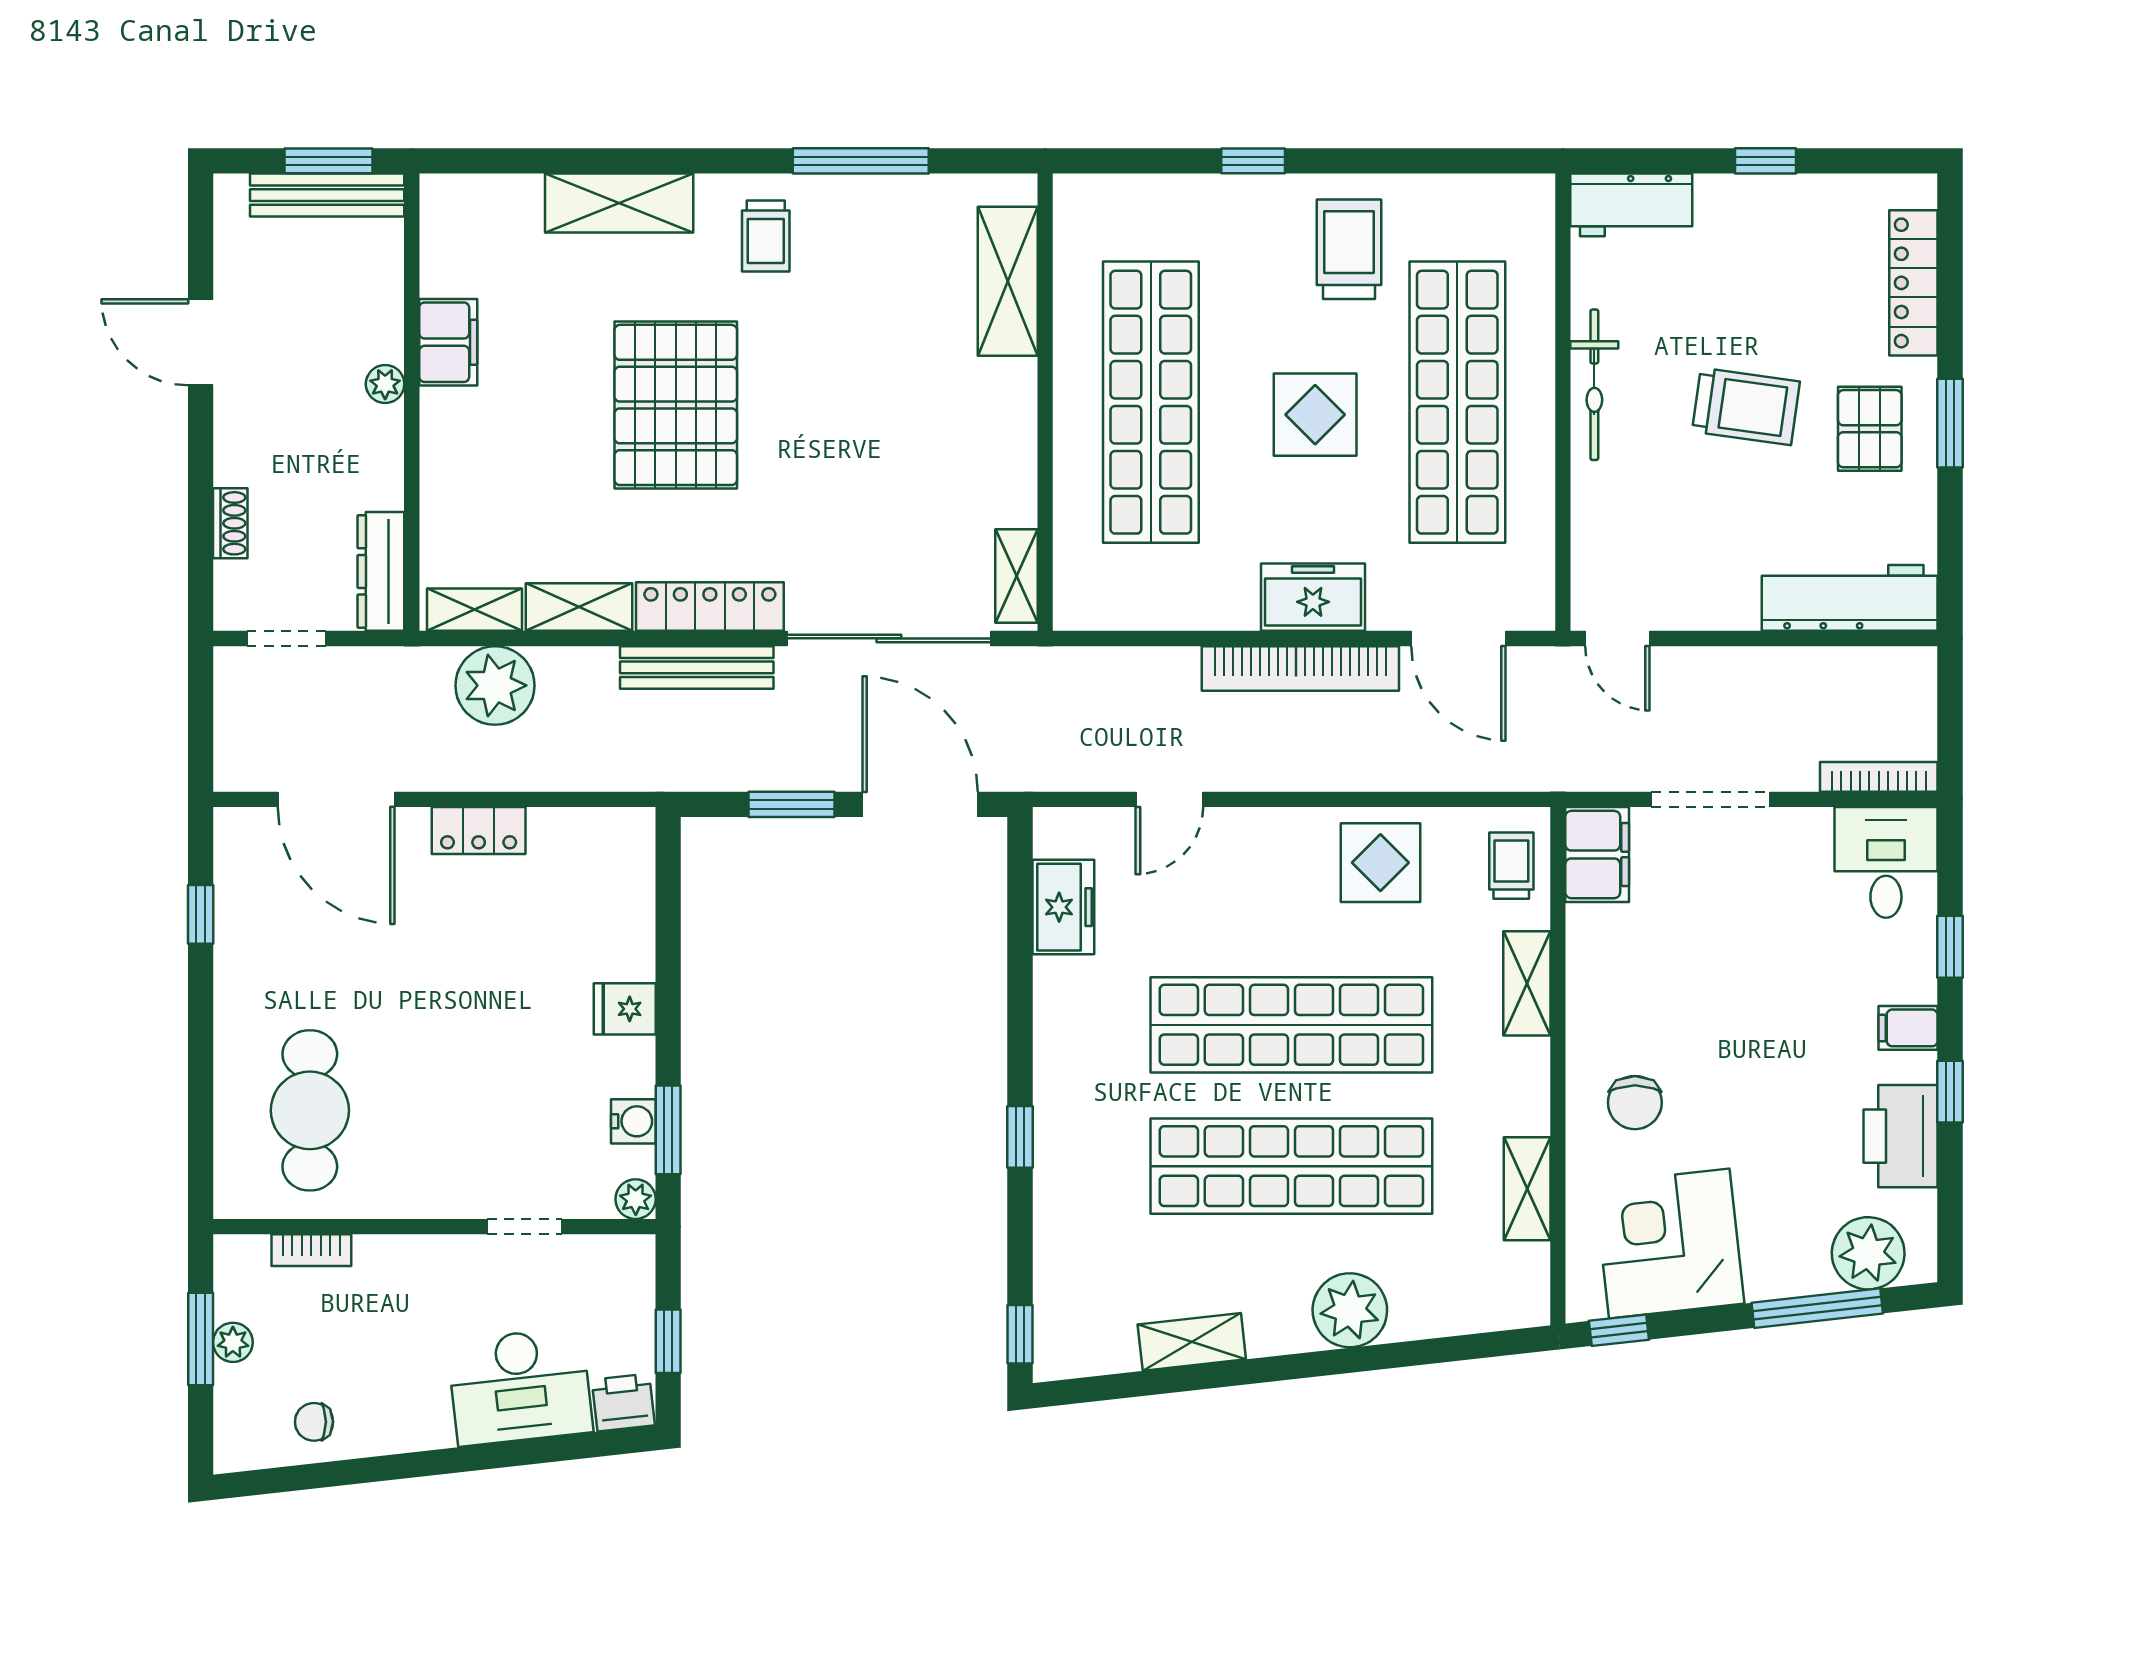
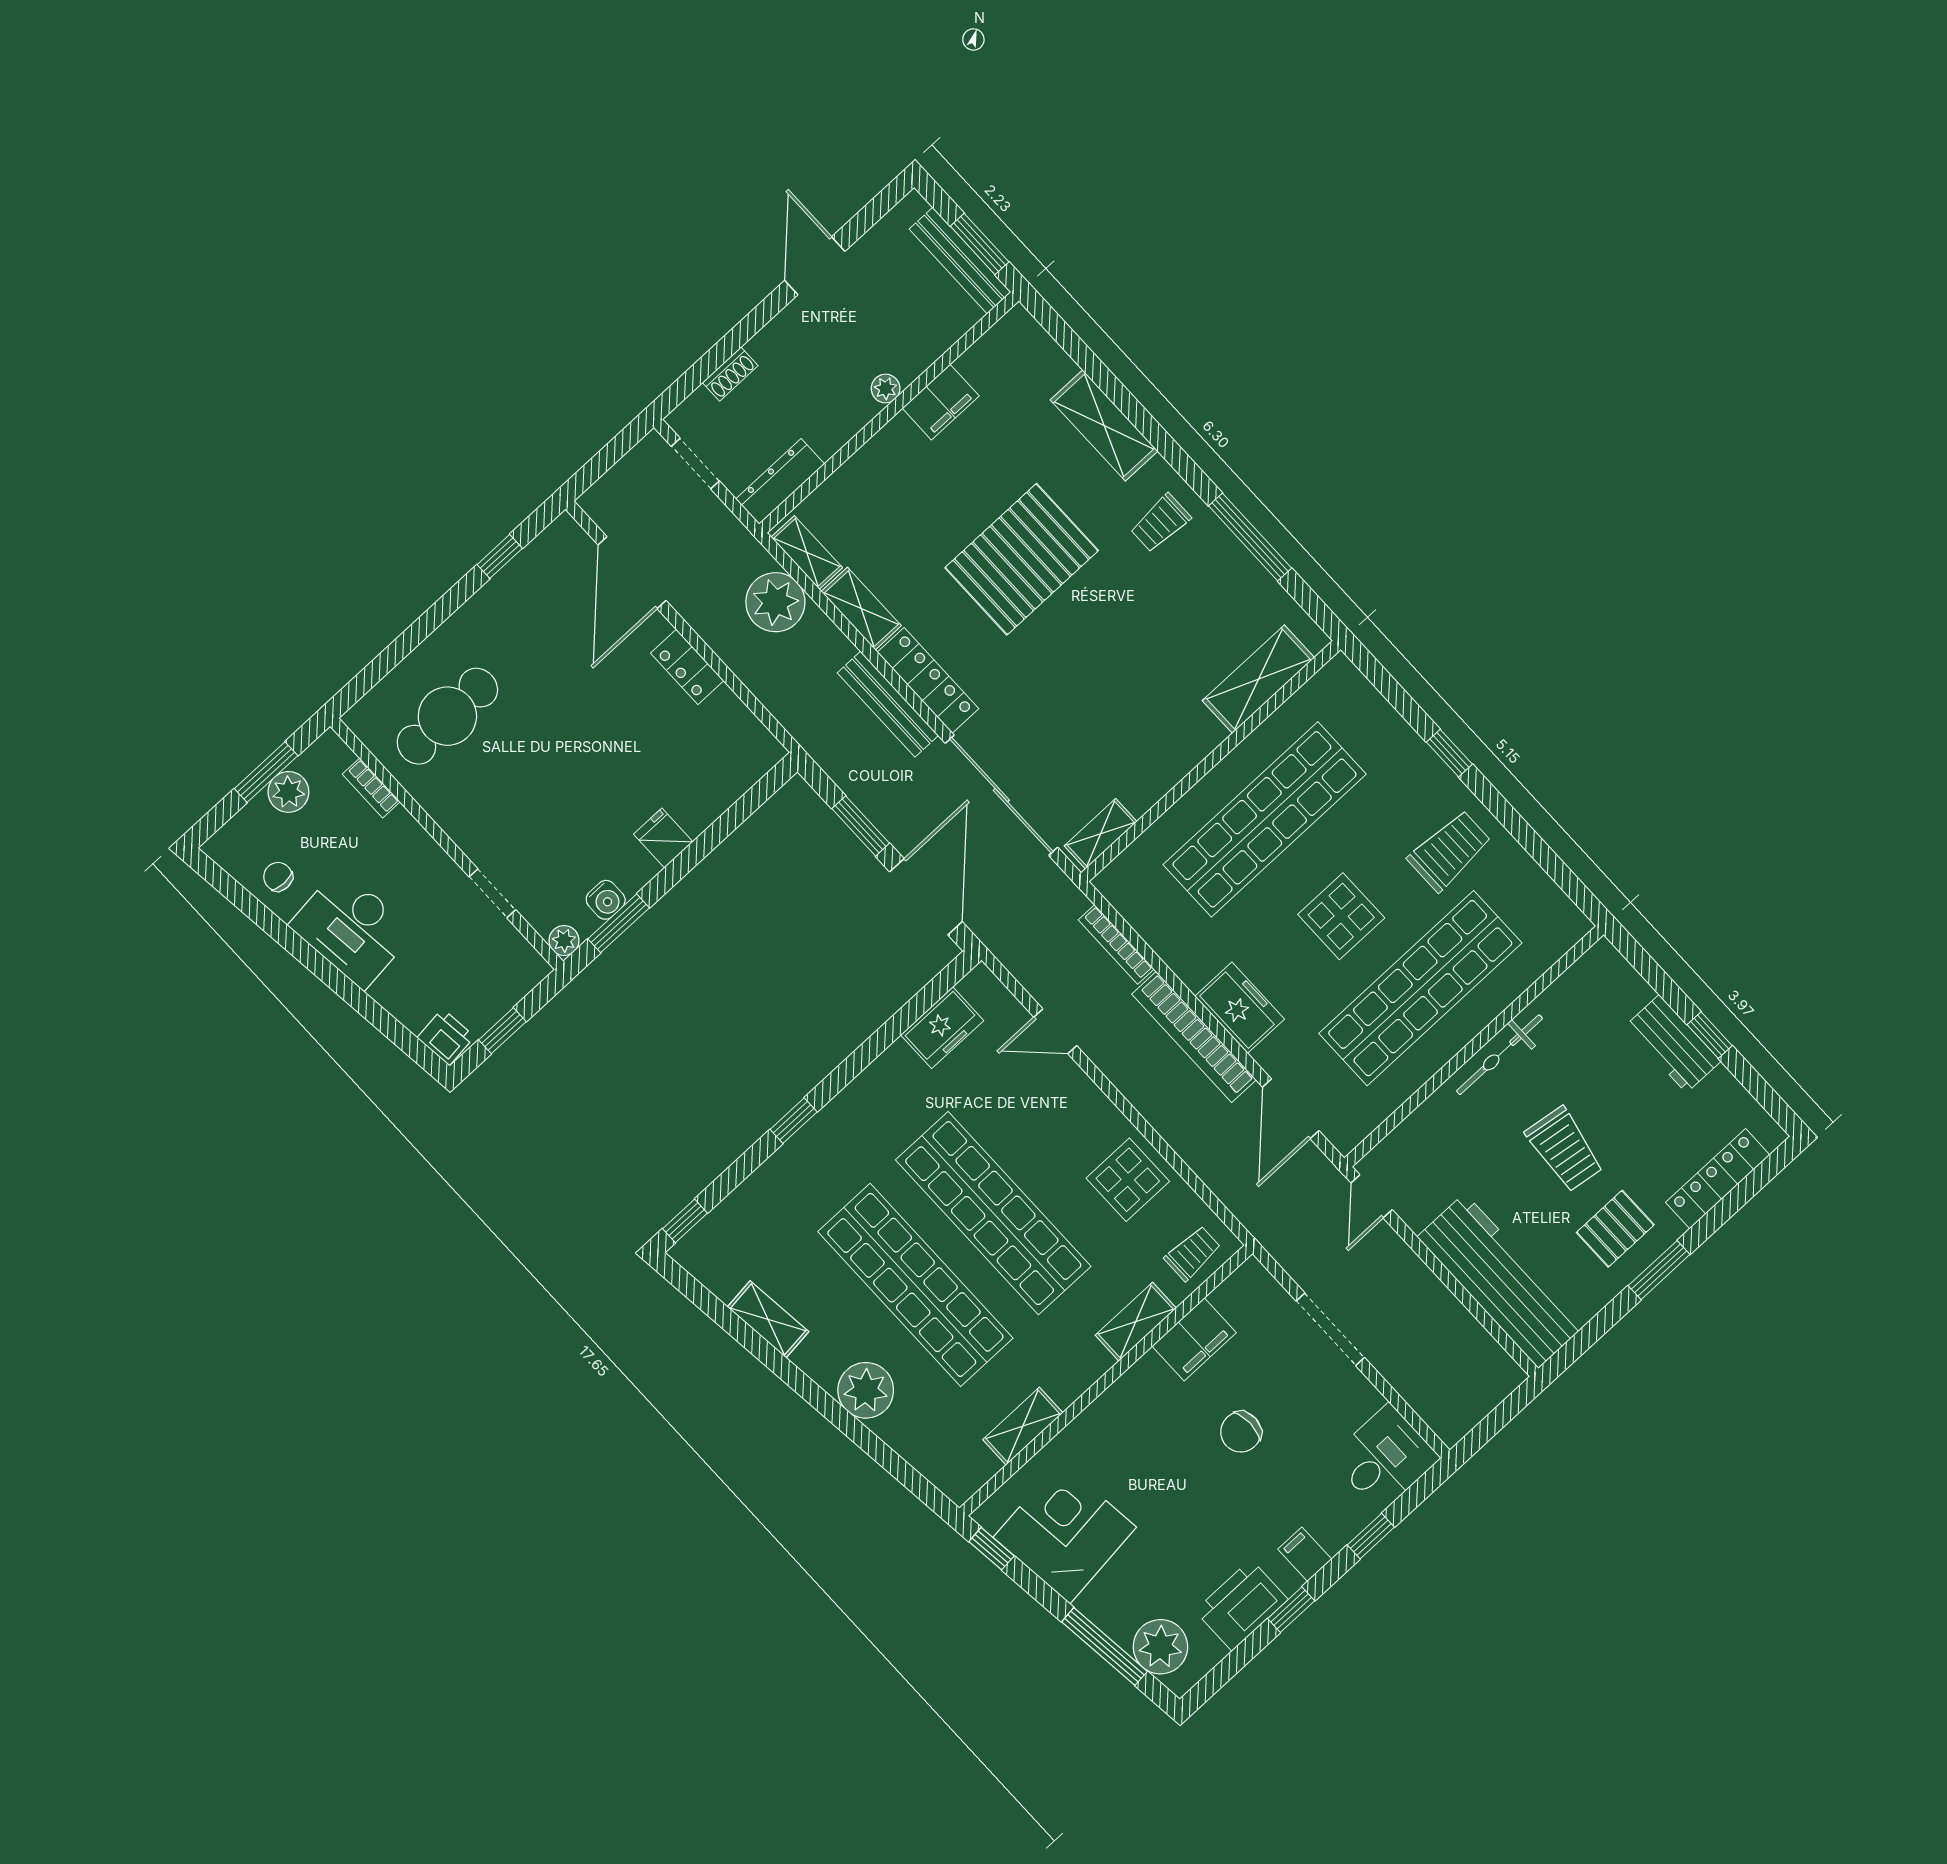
workbench: (1631, 205) -> (1673, 1044), moved
workbench: (1850, 598) -> (1501, 1281), width x1.36, depth x1.32
bookcase: (1879, 777) -> (1116, 944), moved, turned 180
filing cabinet: (1597, 855) -> (1194, 1339), moved
chair: (1635, 1103) -> (1241, 1432), moved
plant: (233, 1342) -> (288, 792), width x1.38, depth x1.38
desk: (520, 1387) -> (352, 928), moved

